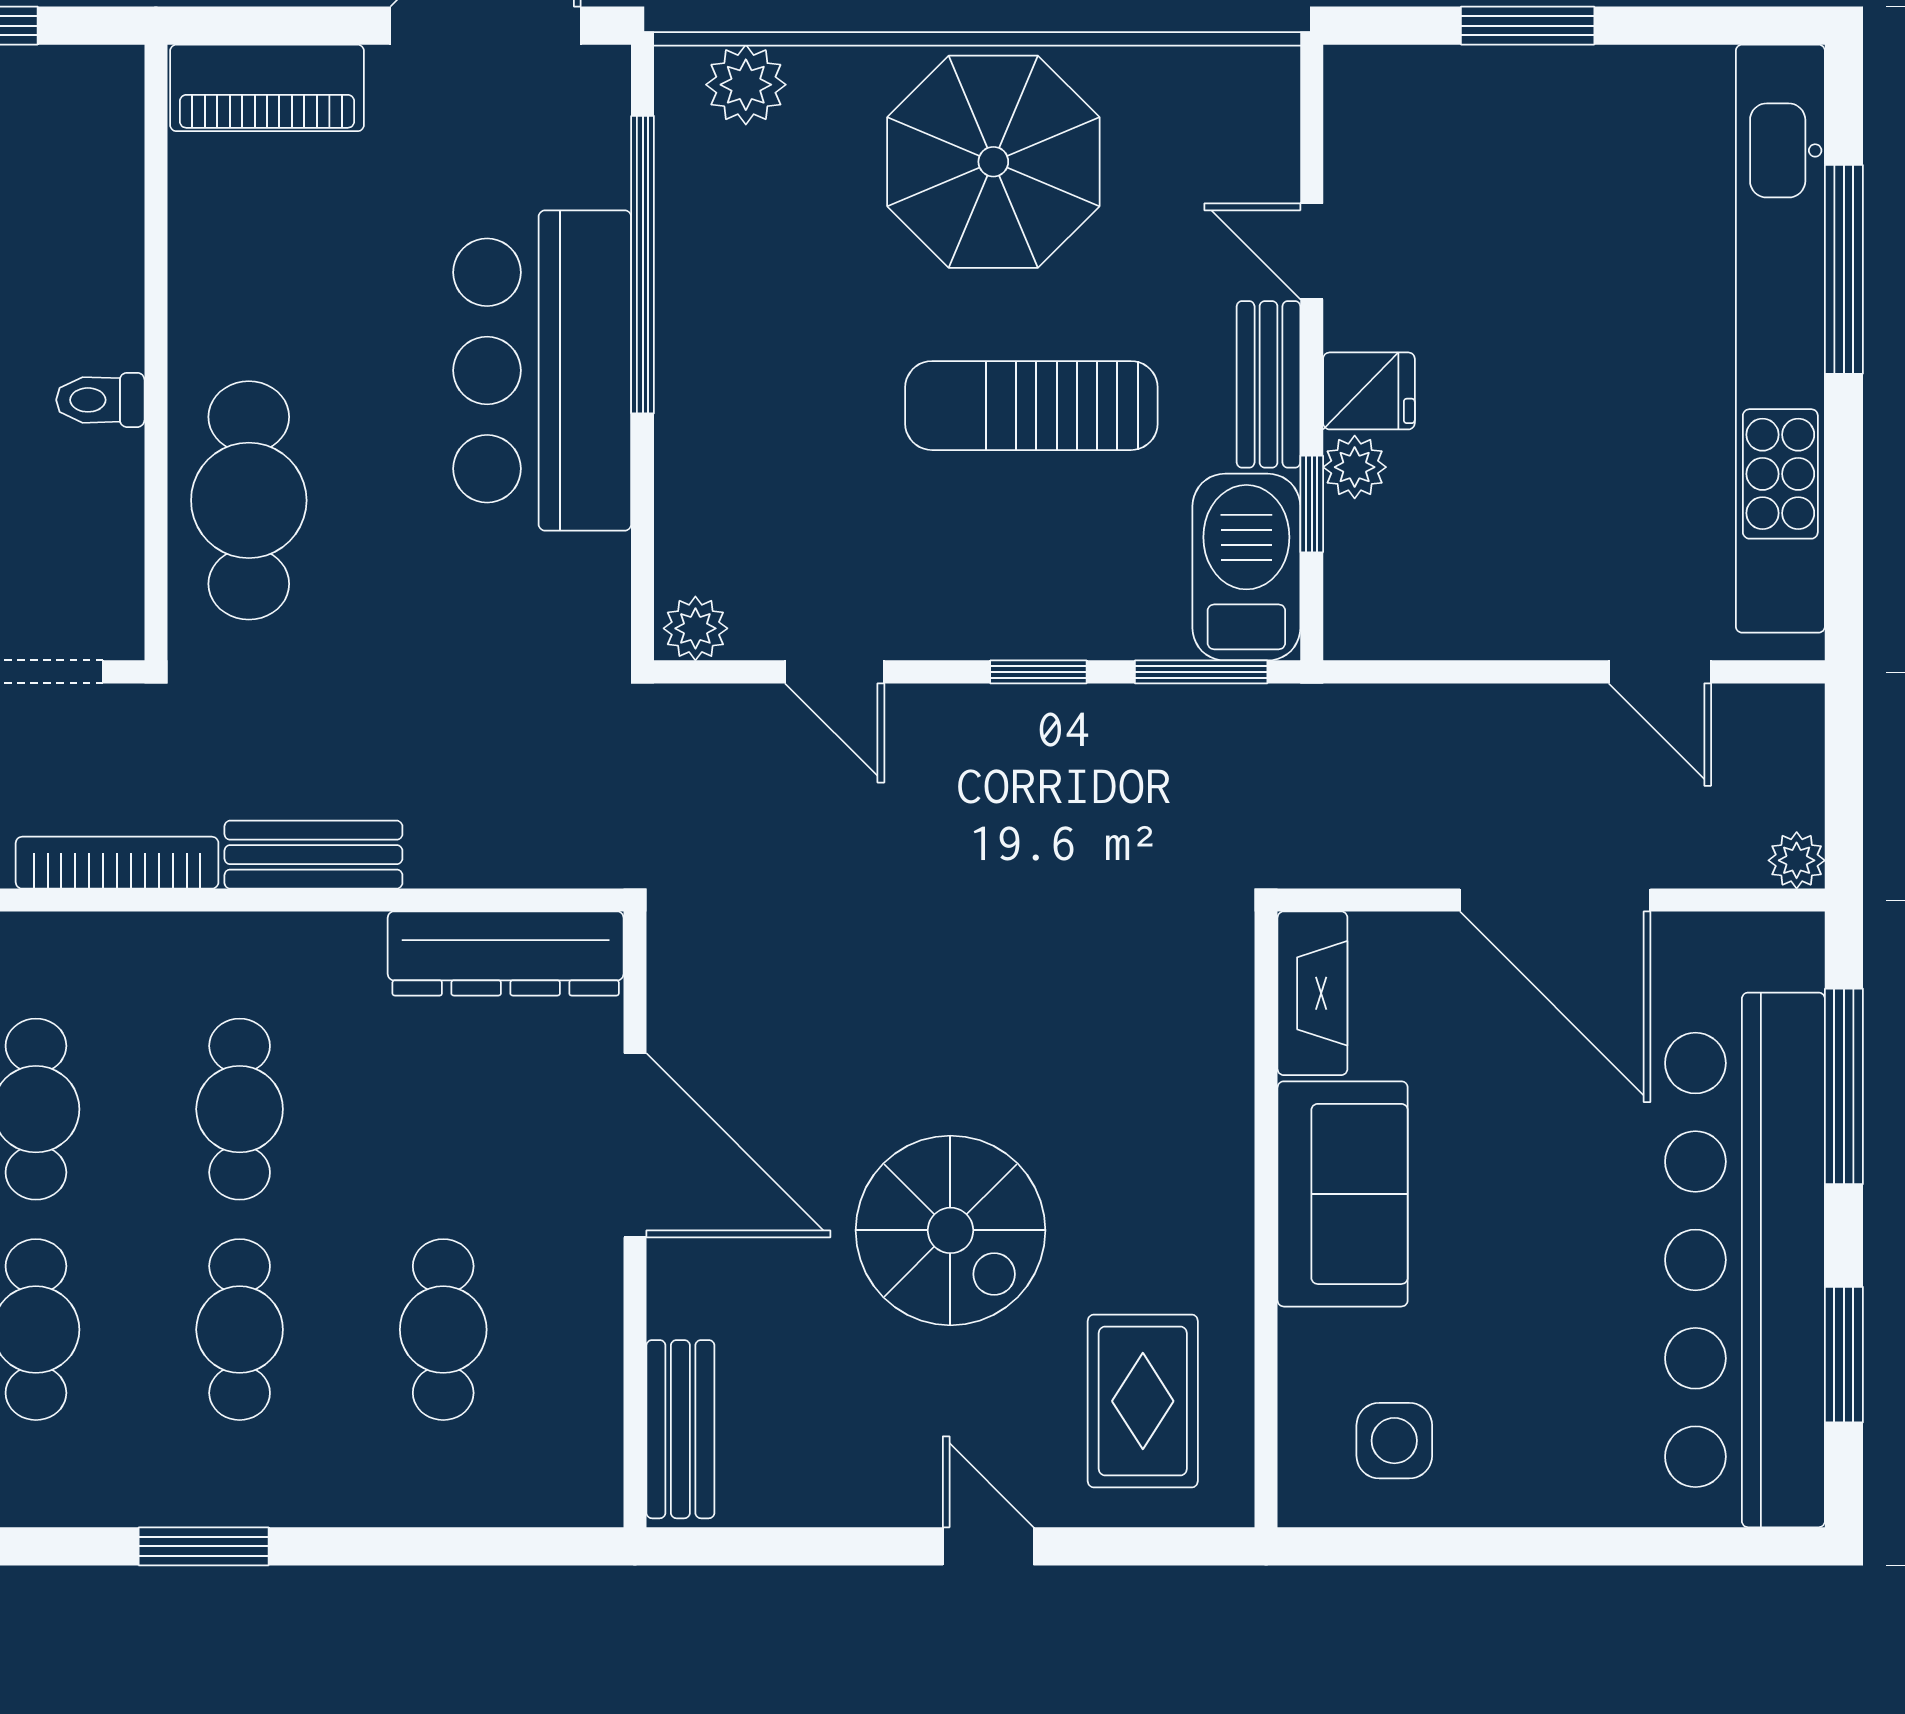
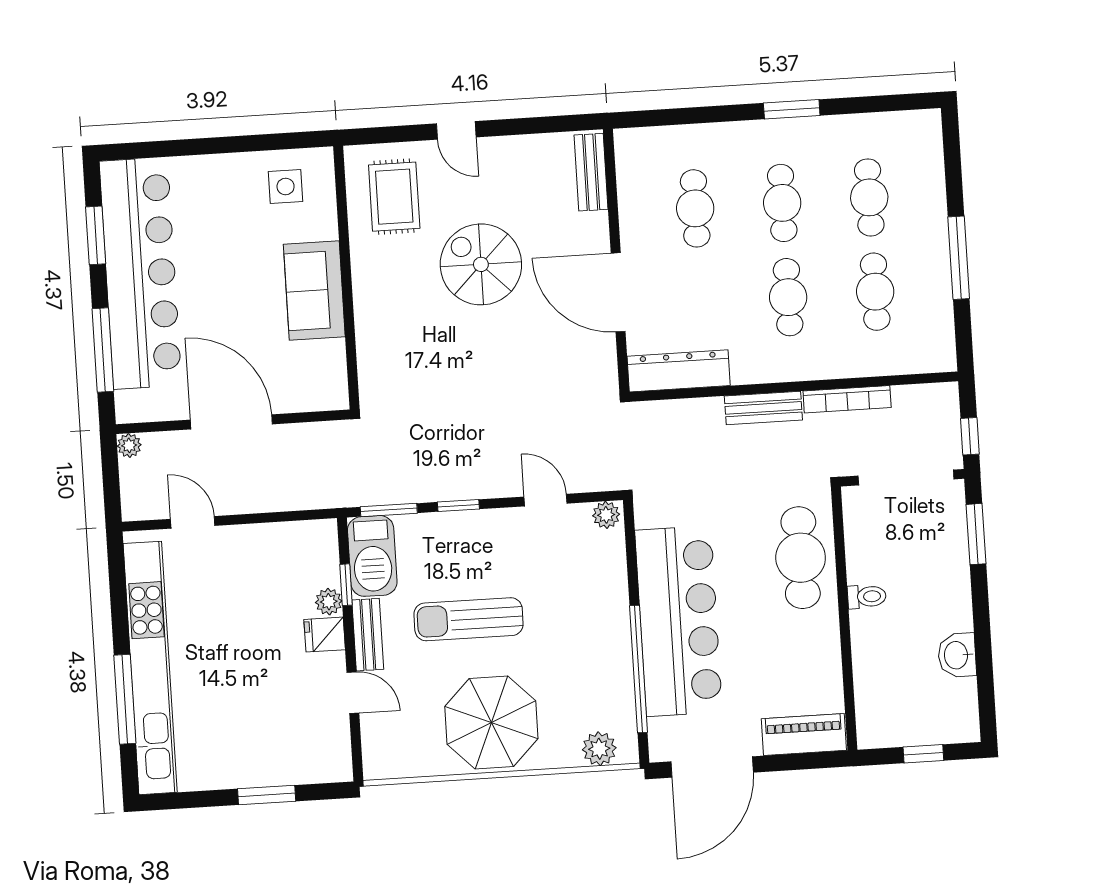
bar counter: (542, 370) -> (679, 621), width x1.36
sun lounger: (1031, 406) -> (469, 619), turned 180
fireplace: (1312, 993) -> (333, 376), removed

